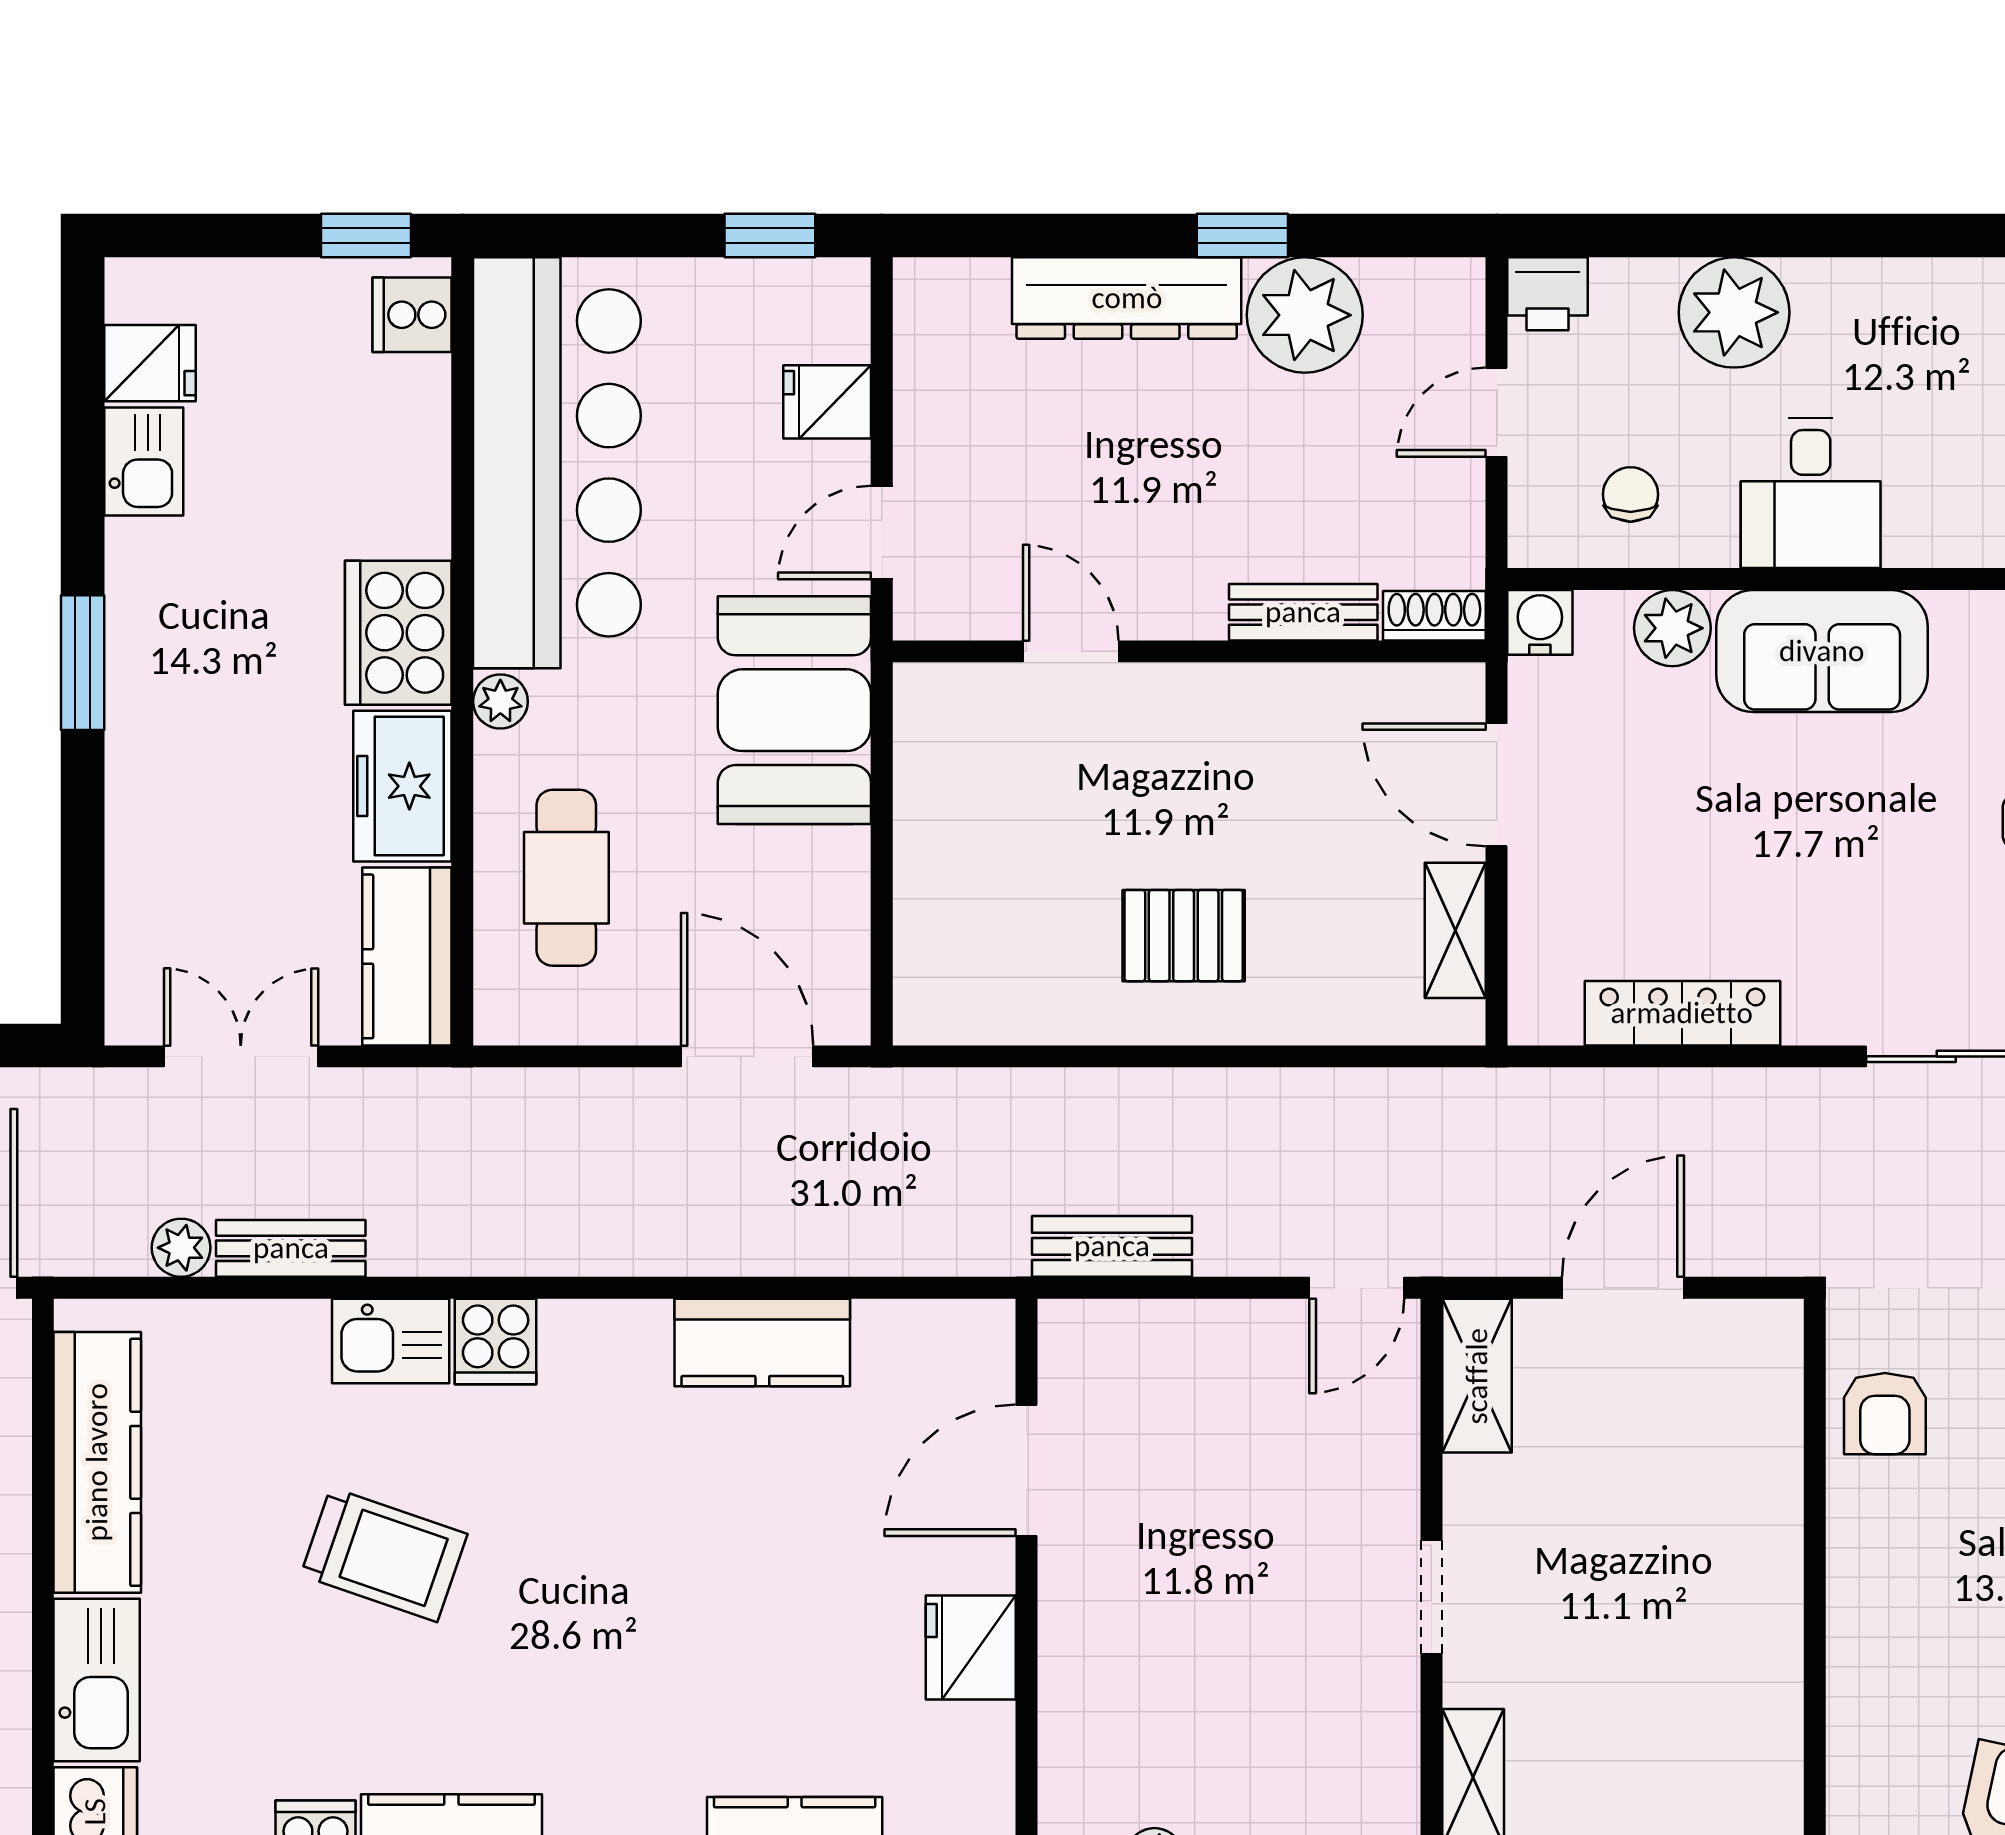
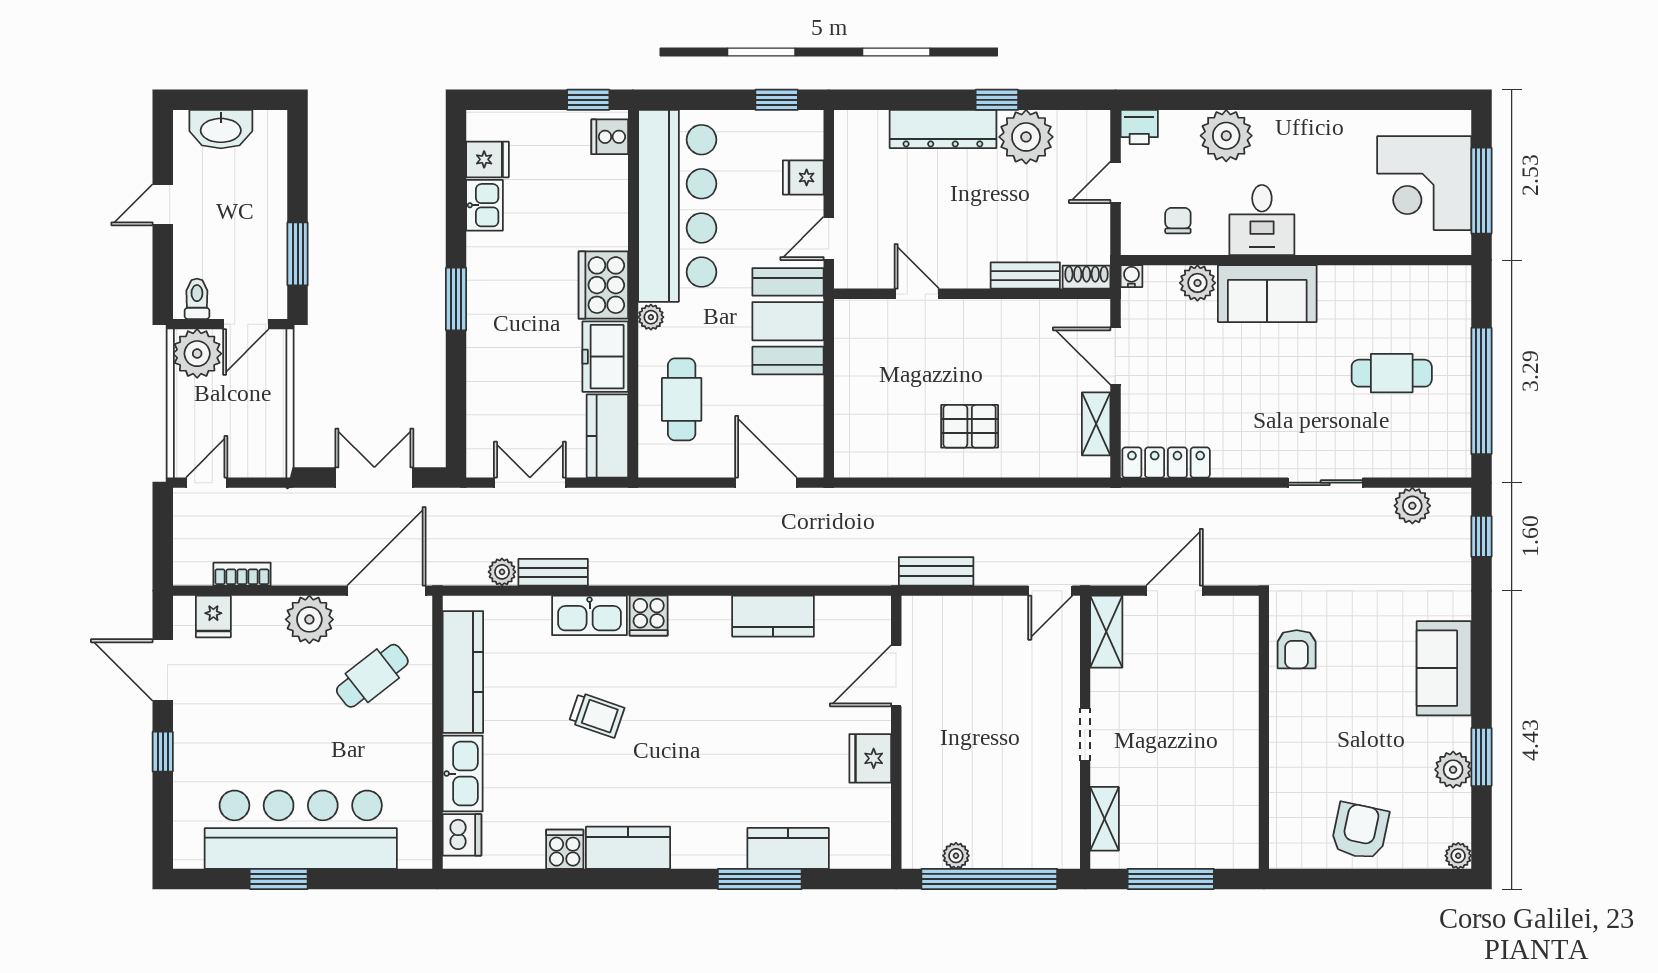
water cooler: (1540, 622) -> (1131, 276), width x0.72, depth x0.72
locker: (1682, 1013) -> (1166, 463), moved
kitchen sink: (391, 1341) -> (590, 615), width x1.38
trolley: (384, 1555) -> (597, 715), width x0.73, depth x0.72

